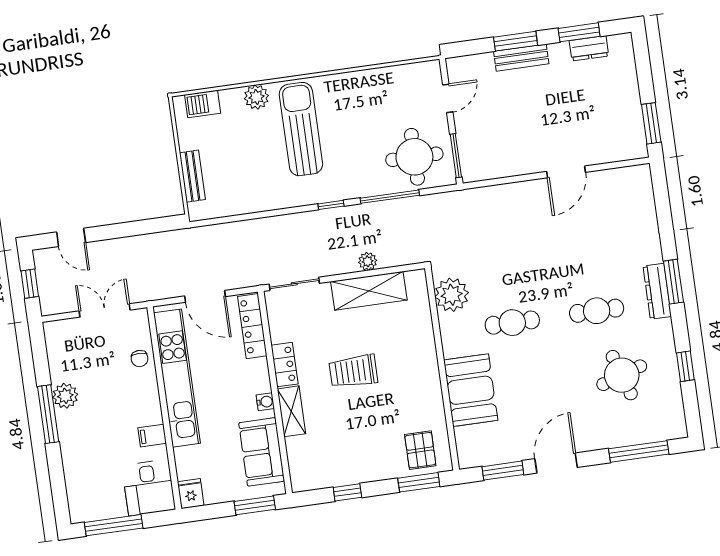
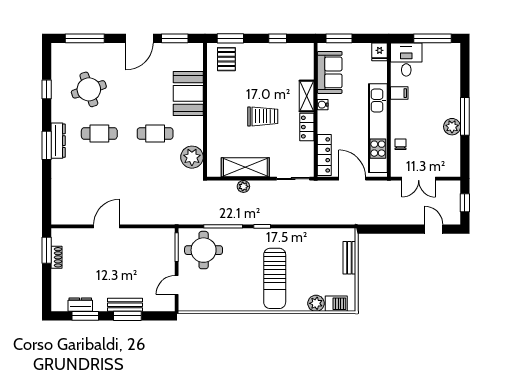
plant: (256, 97) -> (316, 303), moved
shoe rack: (635, 115) -> (57, 257), added

